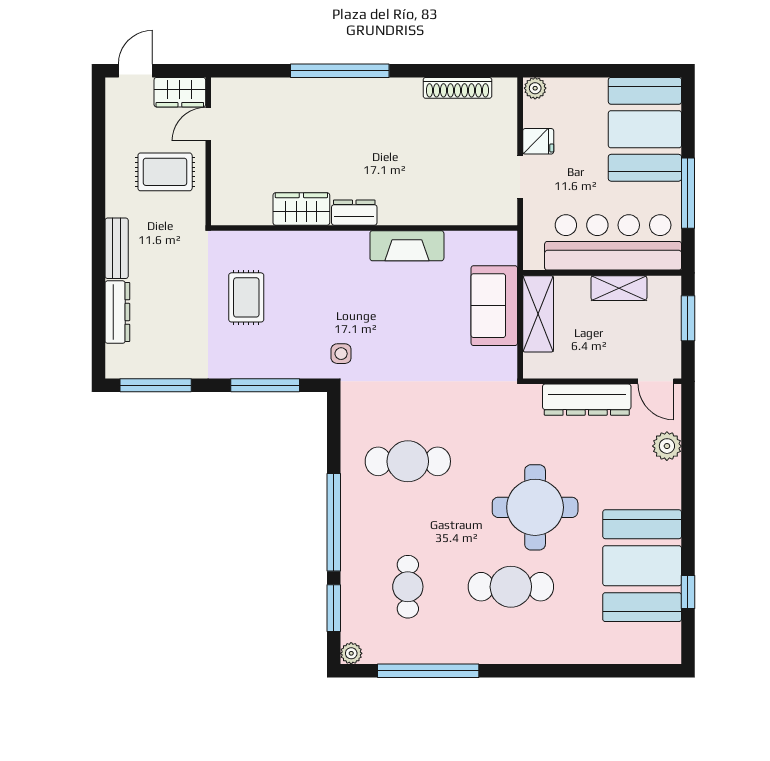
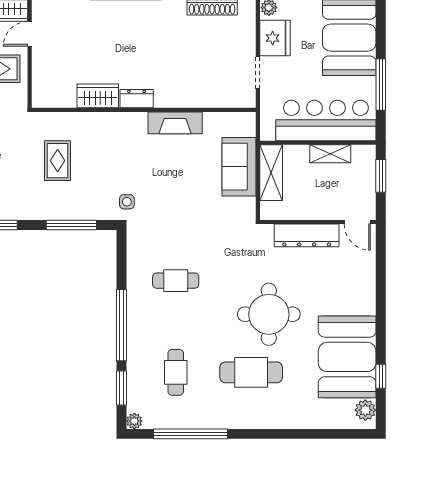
fridge: (538, 141) -> (275, 38), width x1.88, depth x1.34
plant: (667, 446) -> (365, 410), moved
cafe table: (408, 461) -> (176, 281), width x0.73, depth x0.74

